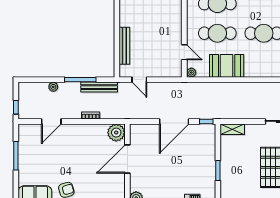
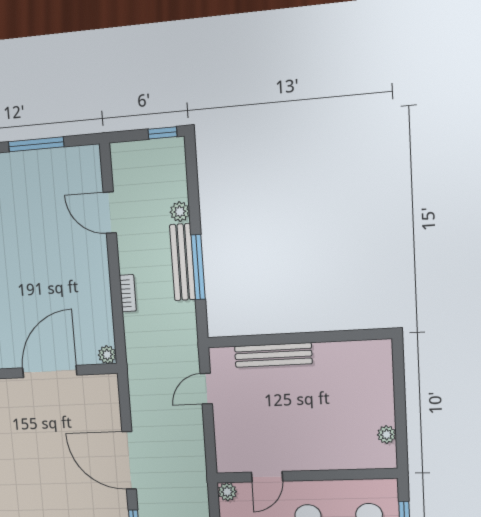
bench: (99, 87) -> (183, 262), moved
window: (16, 107) -> (163, 133), moved
plant: (116, 133) -> (107, 355), width x0.53, depth x0.53
door: (127, 159) -> (50, 371), hinge flipped

